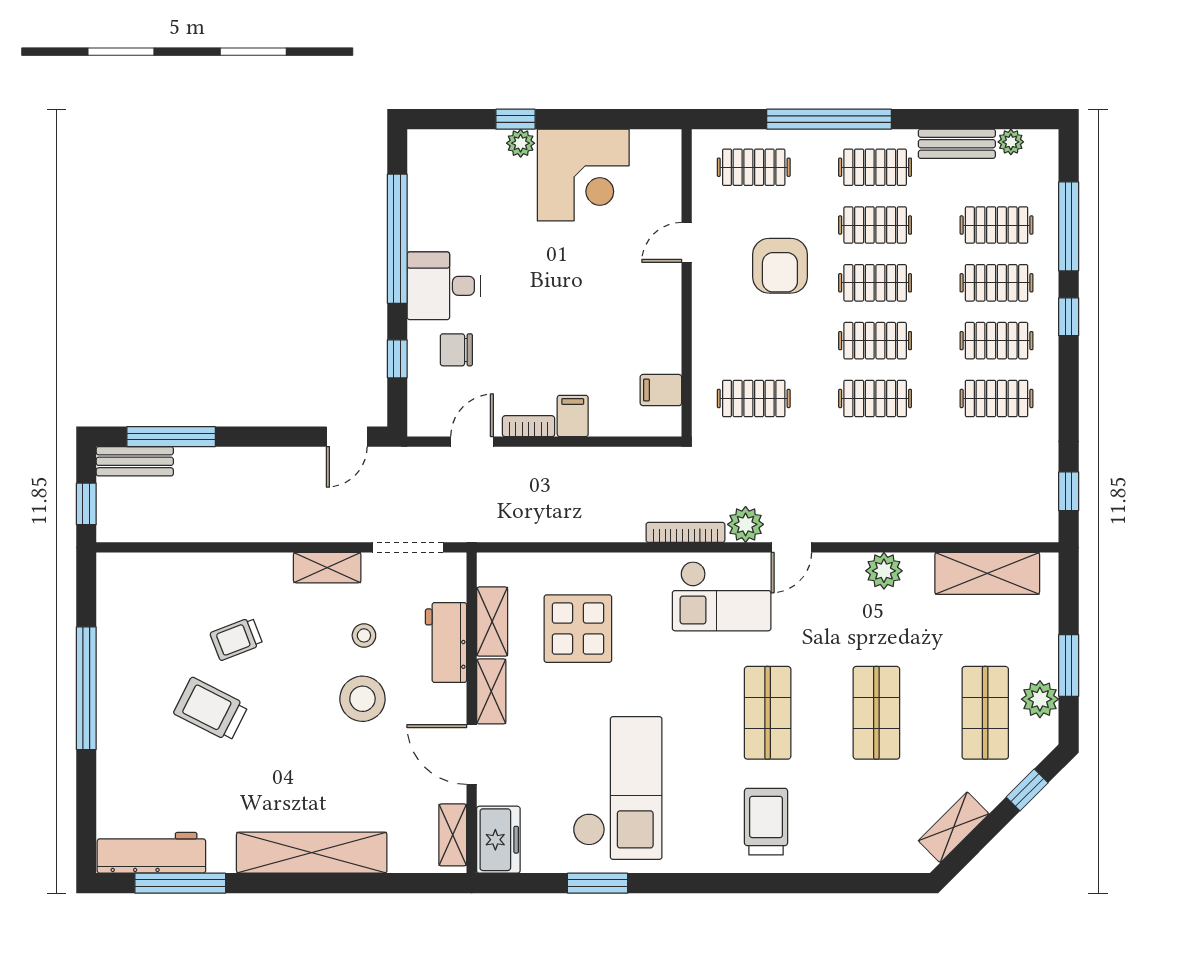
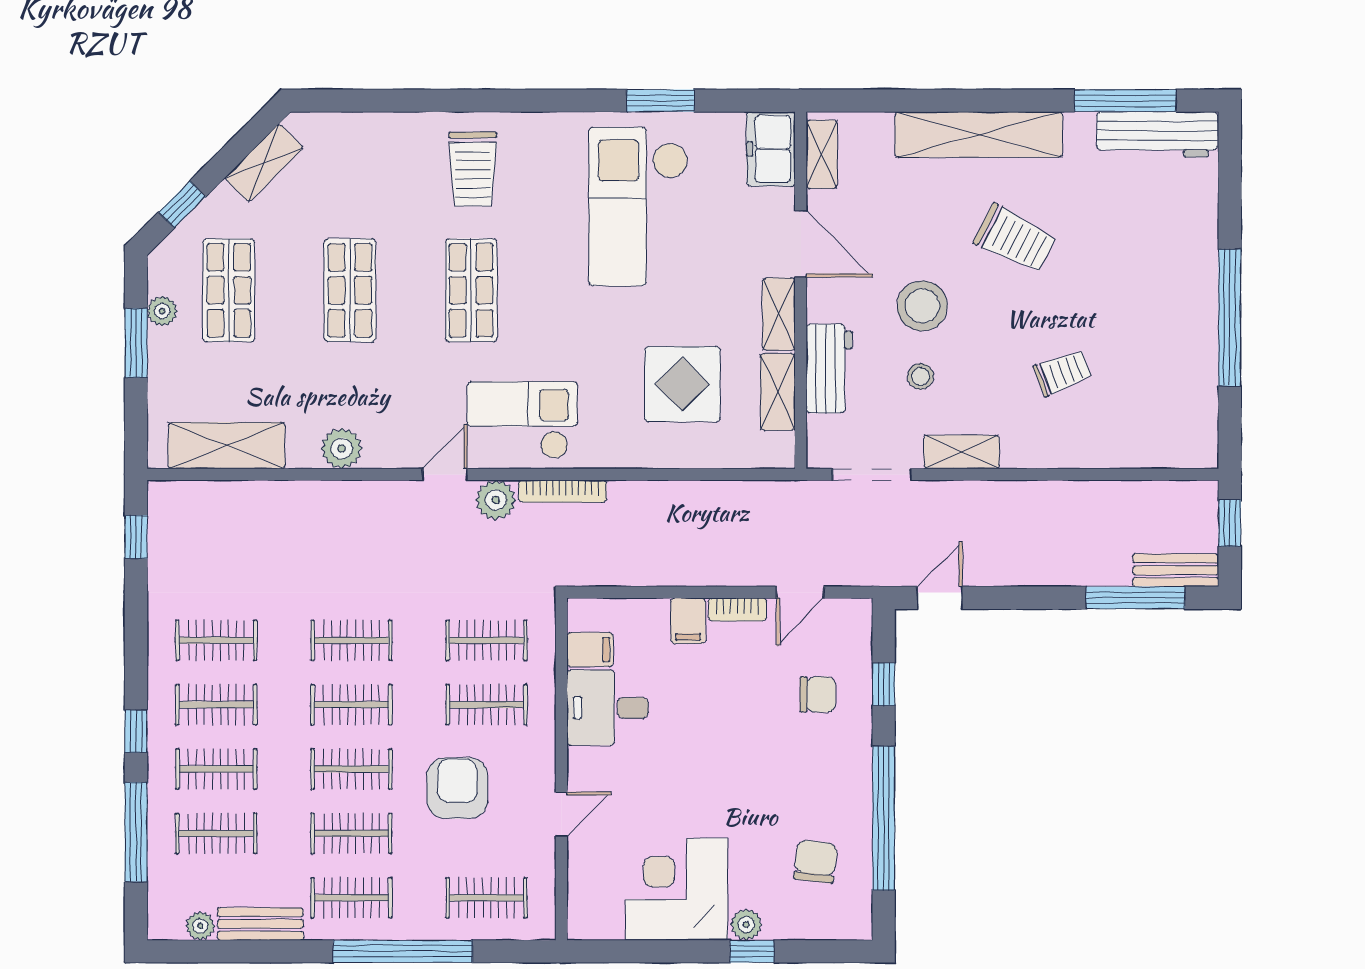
chair: (458, 200) -> (816, 861), added
desk: (444, 286) -> (608, 708), moved, turned 180
clothes rail: (754, 341) -> (487, 705), added
plant: (1040, 699) -> (162, 311), width x0.73, depth x0.73
trolley: (211, 709) -> (1015, 239), moved

